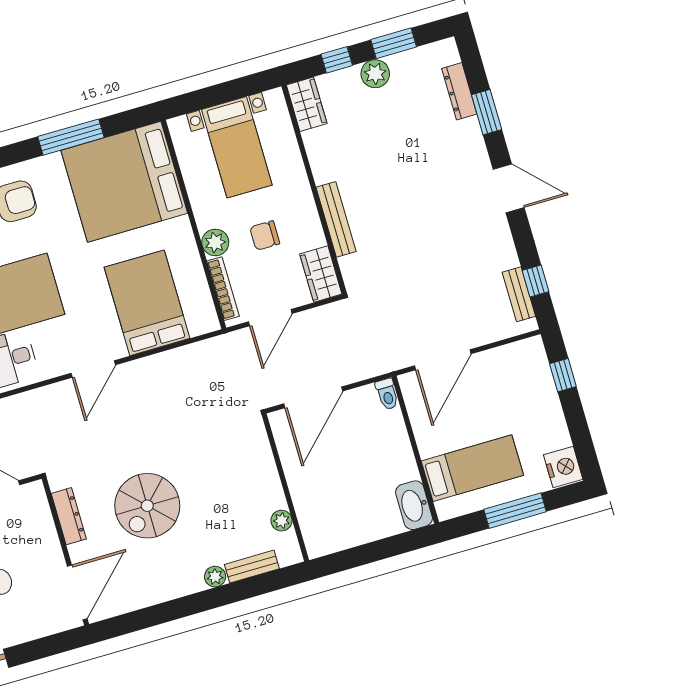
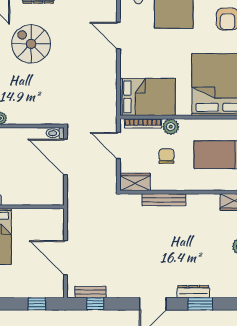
dresser: (459, 91) -> (193, 292), moved
bed: (147, 303) -> (147, 97), moved
door: (443, 360) -> (66, 258), moved
toilet: (387, 394) -> (55, 133), moved

